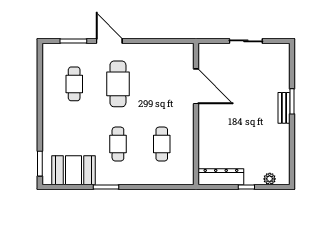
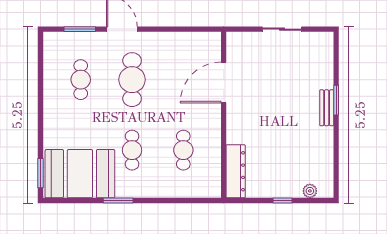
door: (196, 86) -> (224, 83), swing flipped
booth: (73, 170) -> (80, 174), width x1.36, depth x1.42
dresser: (221, 177) -> (236, 171), moved, turned 90

